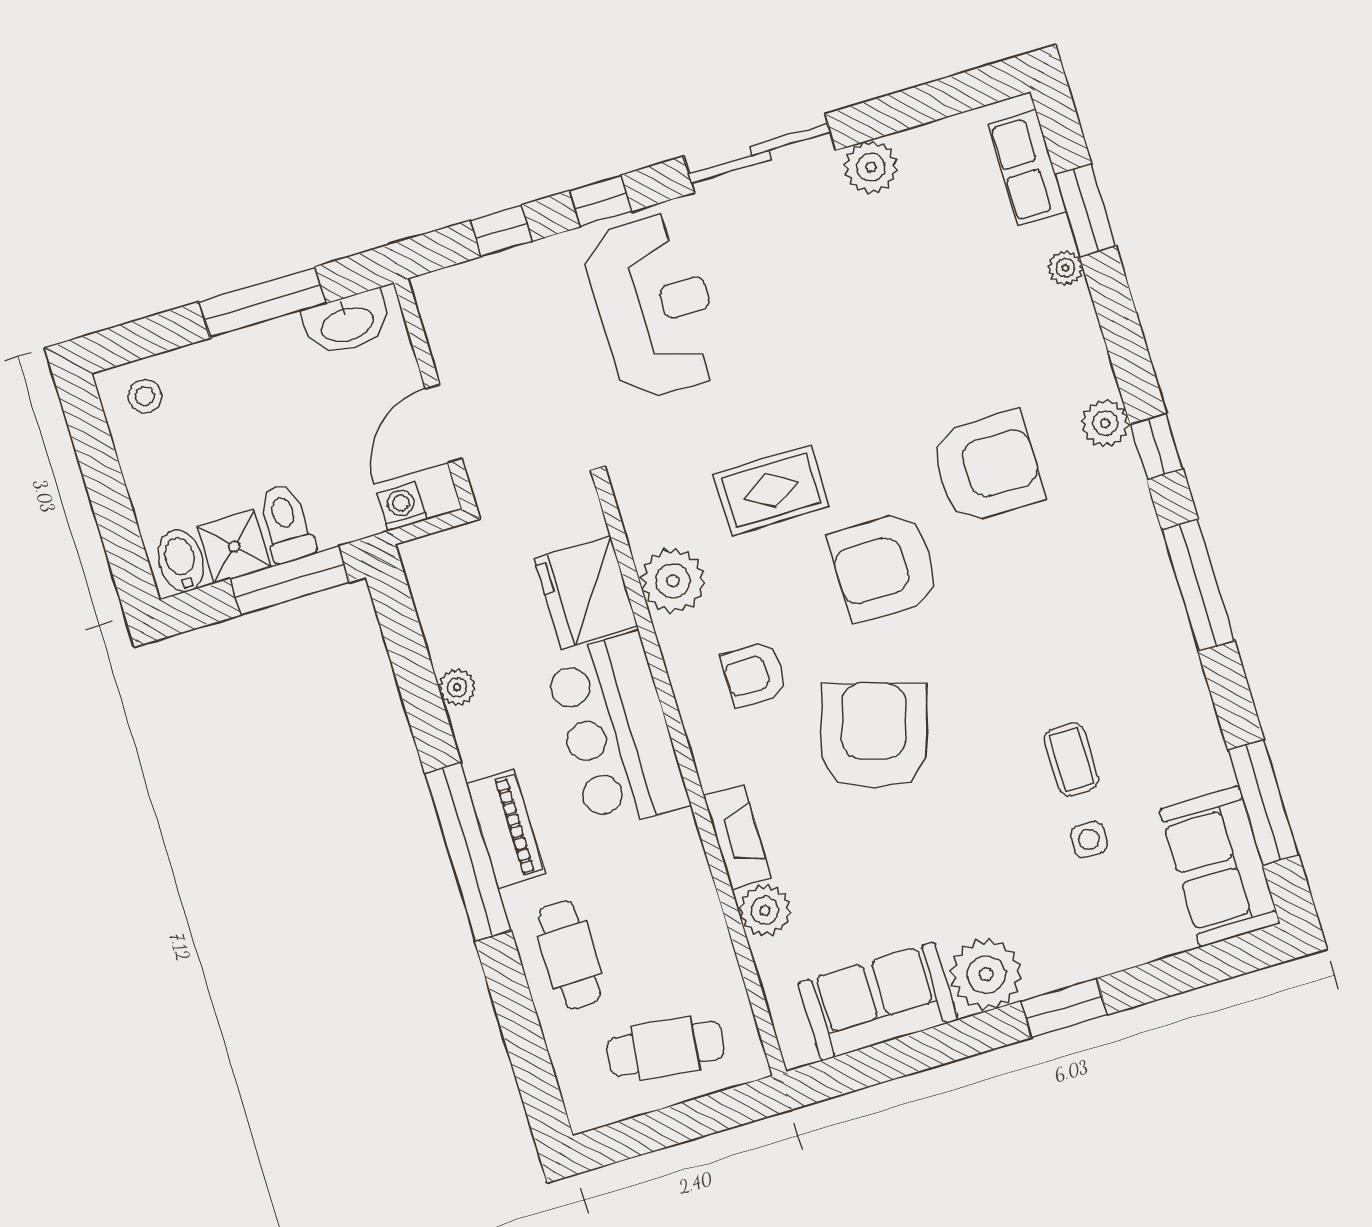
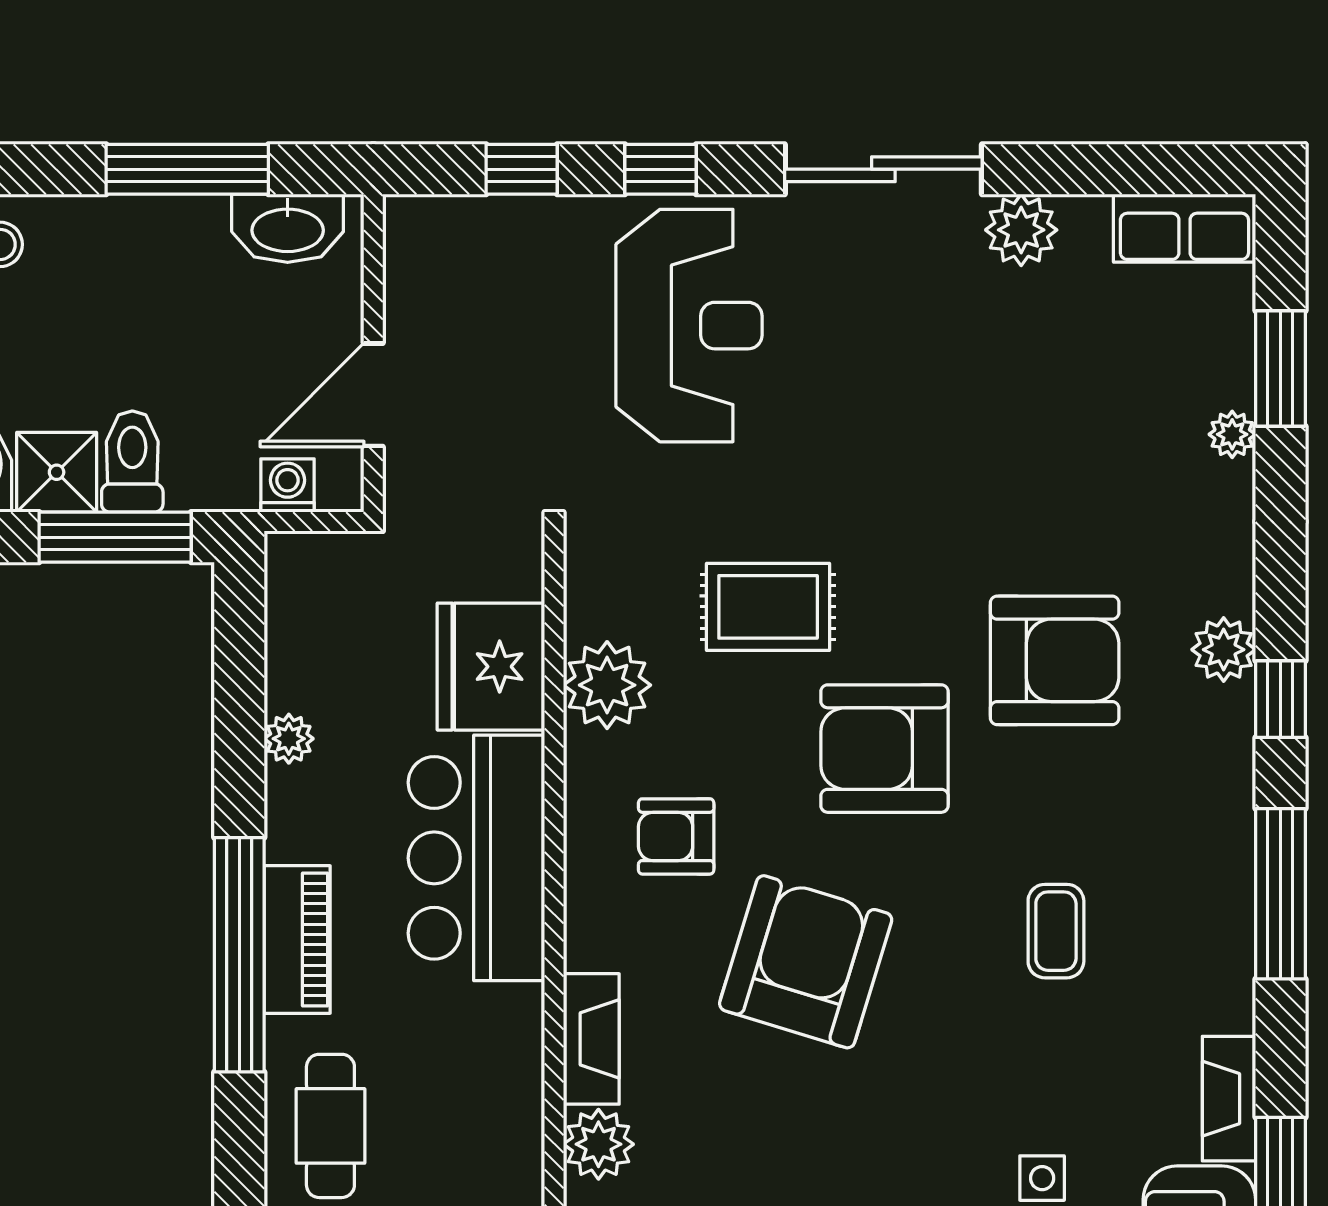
row of seats: (1027, 168) -> (1184, 228), moved, turned -90
fireplace: (1205, 743) -> (1229, 1099), added
coffee table: (1071, 759) -> (1056, 931), moved

